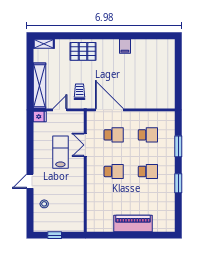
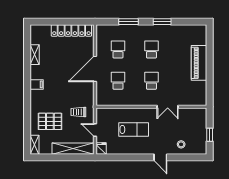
shelving: (142, 44) -> (35, 55), added
filing cabinet: (125, 46) -> (37, 84), moved
pallet: (83, 51) -> (50, 121), moved, turned 90
locker: (169, 84) -> (71, 30), added
door: (109, 110) -> (95, 69), moved
double door: (85, 145) -> (168, 107), moved
lab bench: (60, 152) -> (134, 129), turned 180

